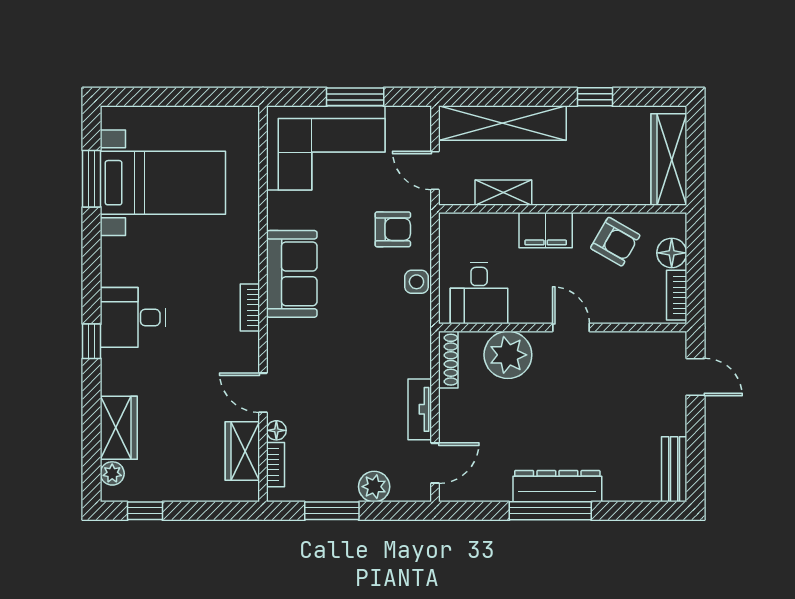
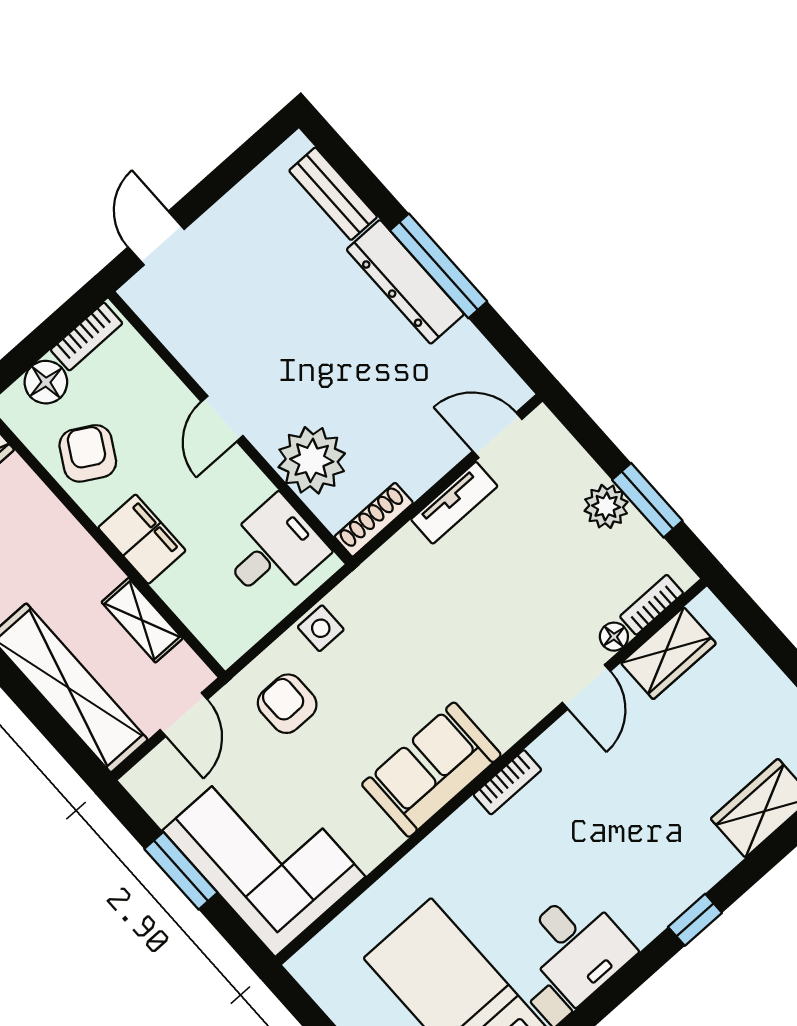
desk: (133, 317) -> (577, 946), moved
bench: (674, 469) -> (333, 194), moved, turned 90
plant: (374, 487) -> (606, 506), moved

